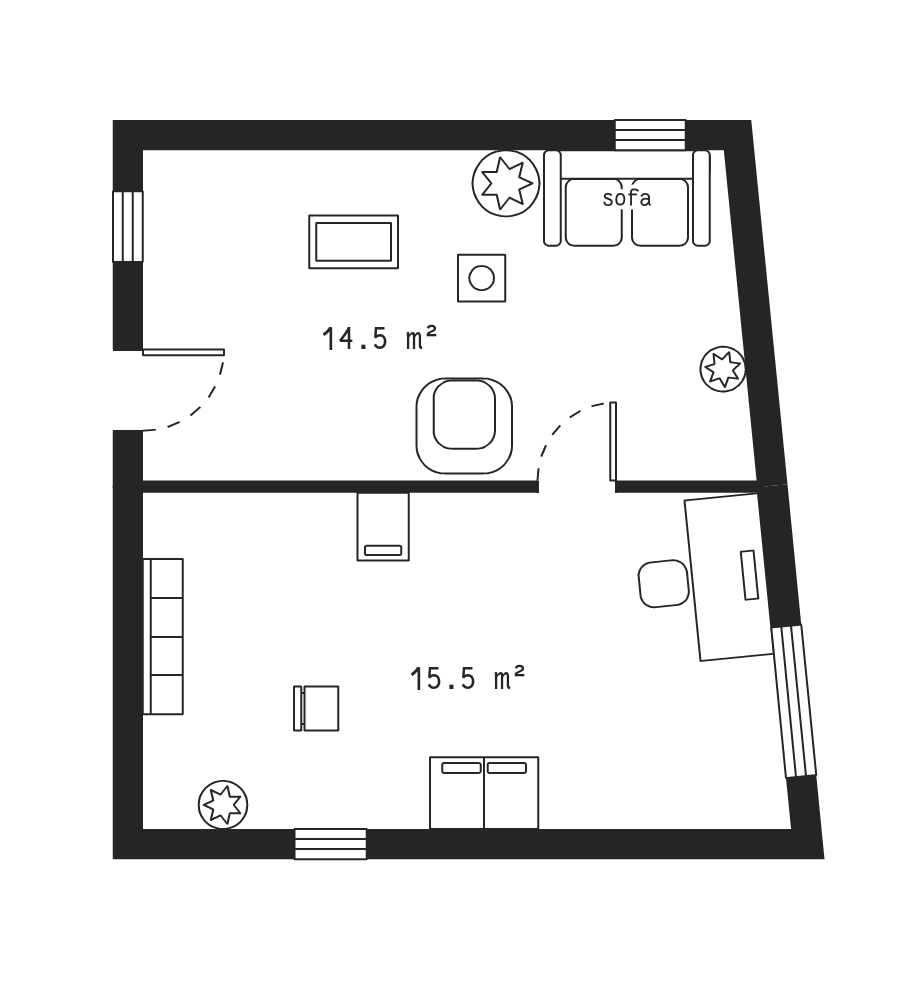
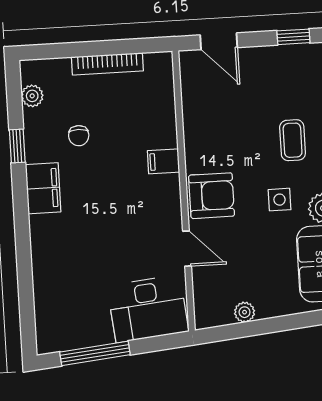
filing cabinet: (484, 793) -> (43, 188), moved

